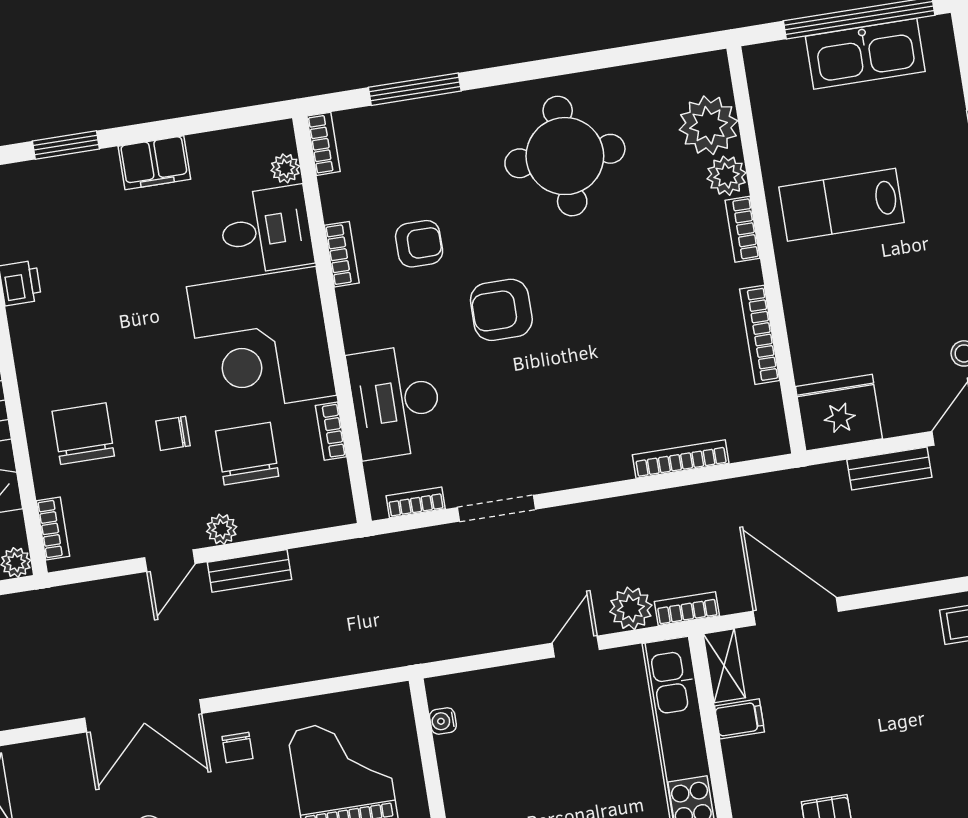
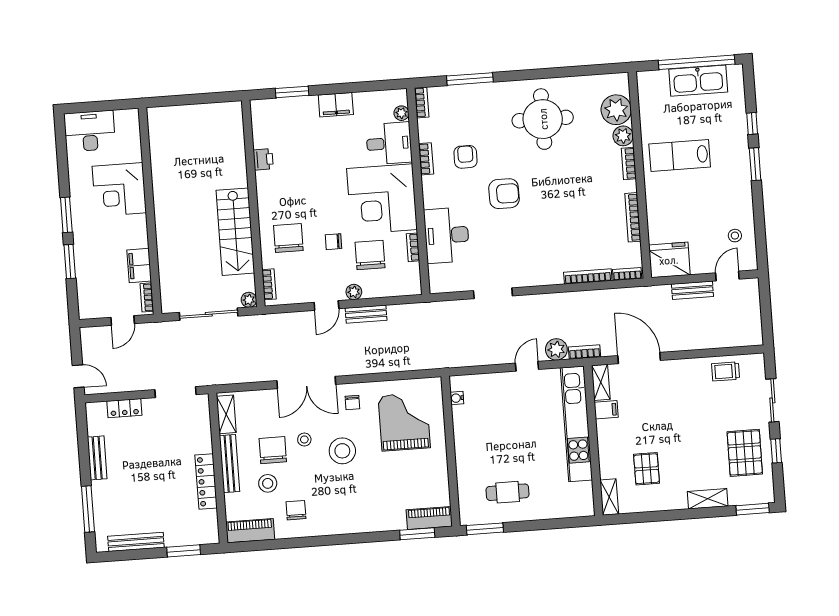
armchair: (419, 244) -> (465, 157), turned -90
armchair: (501, 310) -> (504, 194), turned 180
bookcase: (416, 502) -> (627, 274), moved

